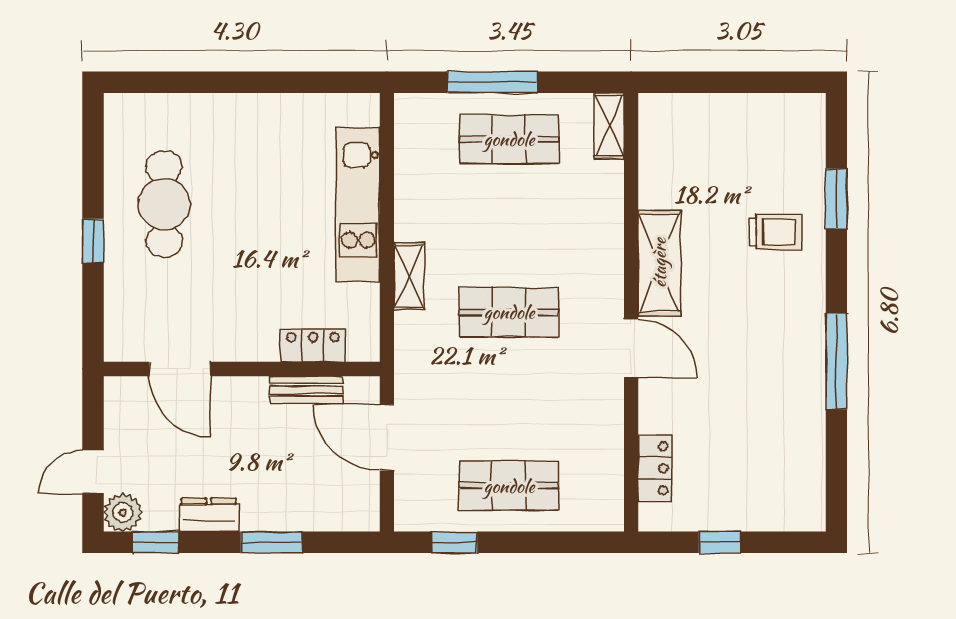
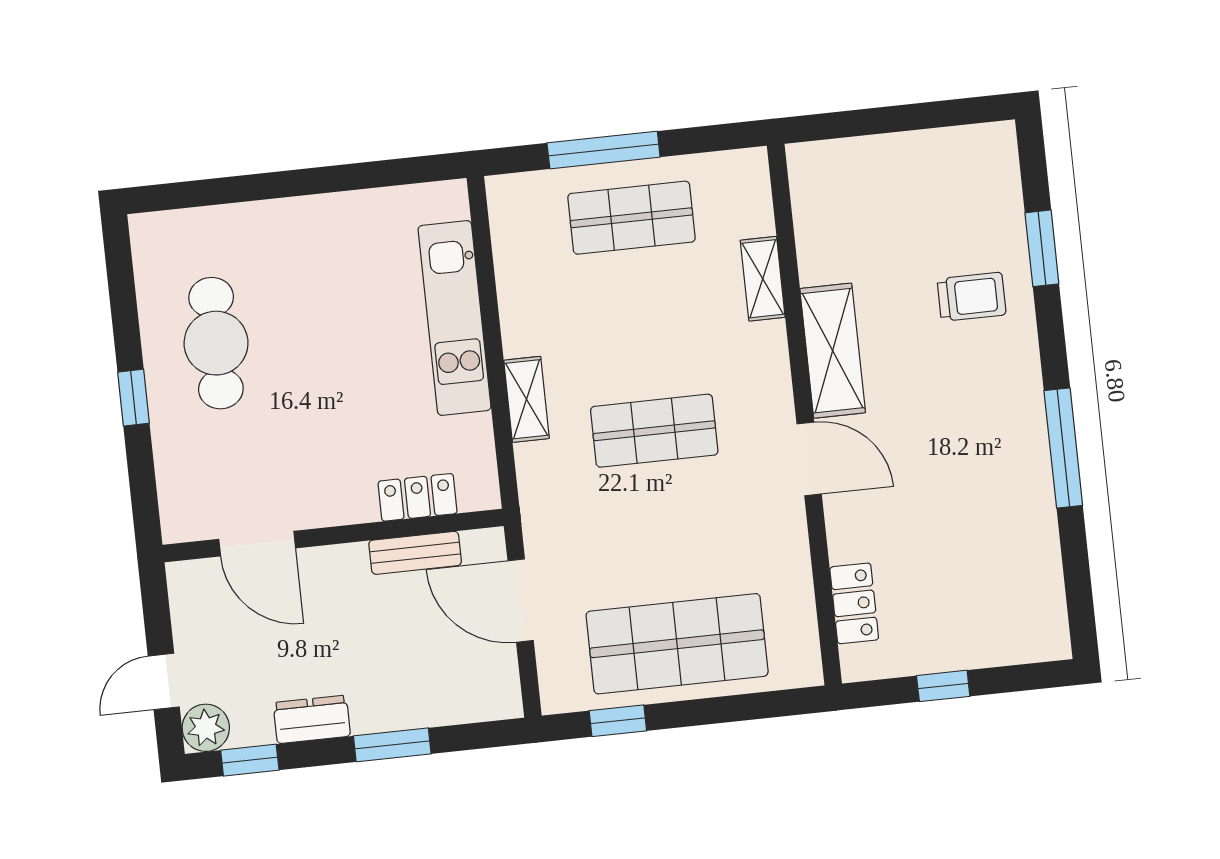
shelving: (609, 126) -> (763, 279), moved
shop shelf: (509, 486) -> (677, 644), width x1.43, depth x1.36

